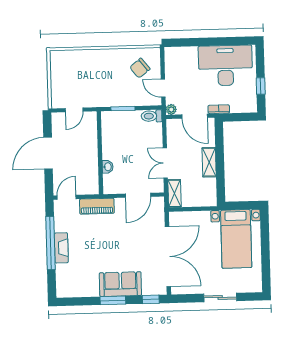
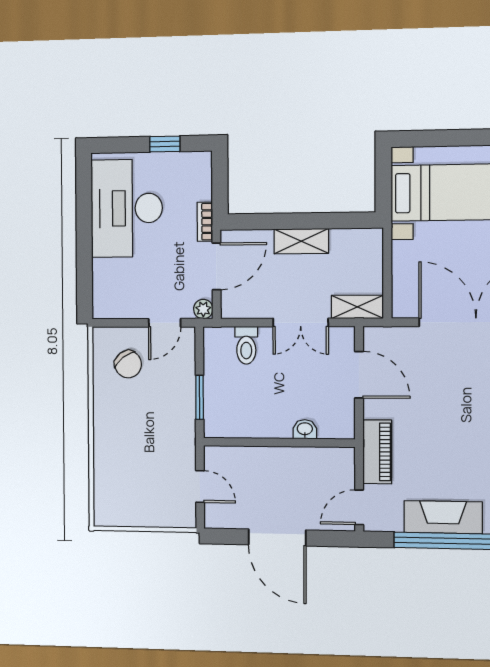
toilet: (152, 116) -> (246, 345), moved
door: (67, 197) -> (359, 507), hinge flipped
fireplace: (61, 248) -> (443, 517), width x1.37, depth x1.32

